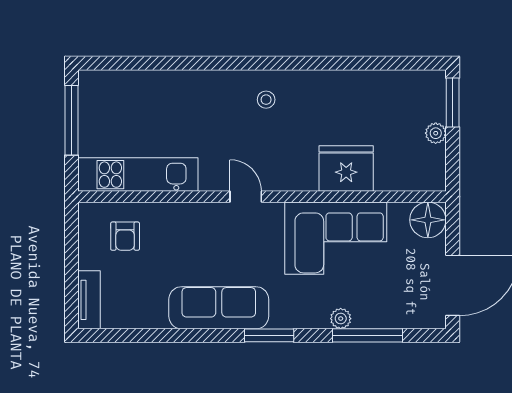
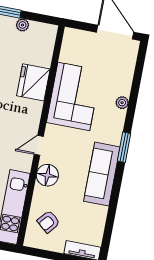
floor lamp: (428, 220) -> (47, 175), moved
armchair: (125, 236) -> (49, 222), turned 130
window: (367, 335) -> (135, 89), removed

